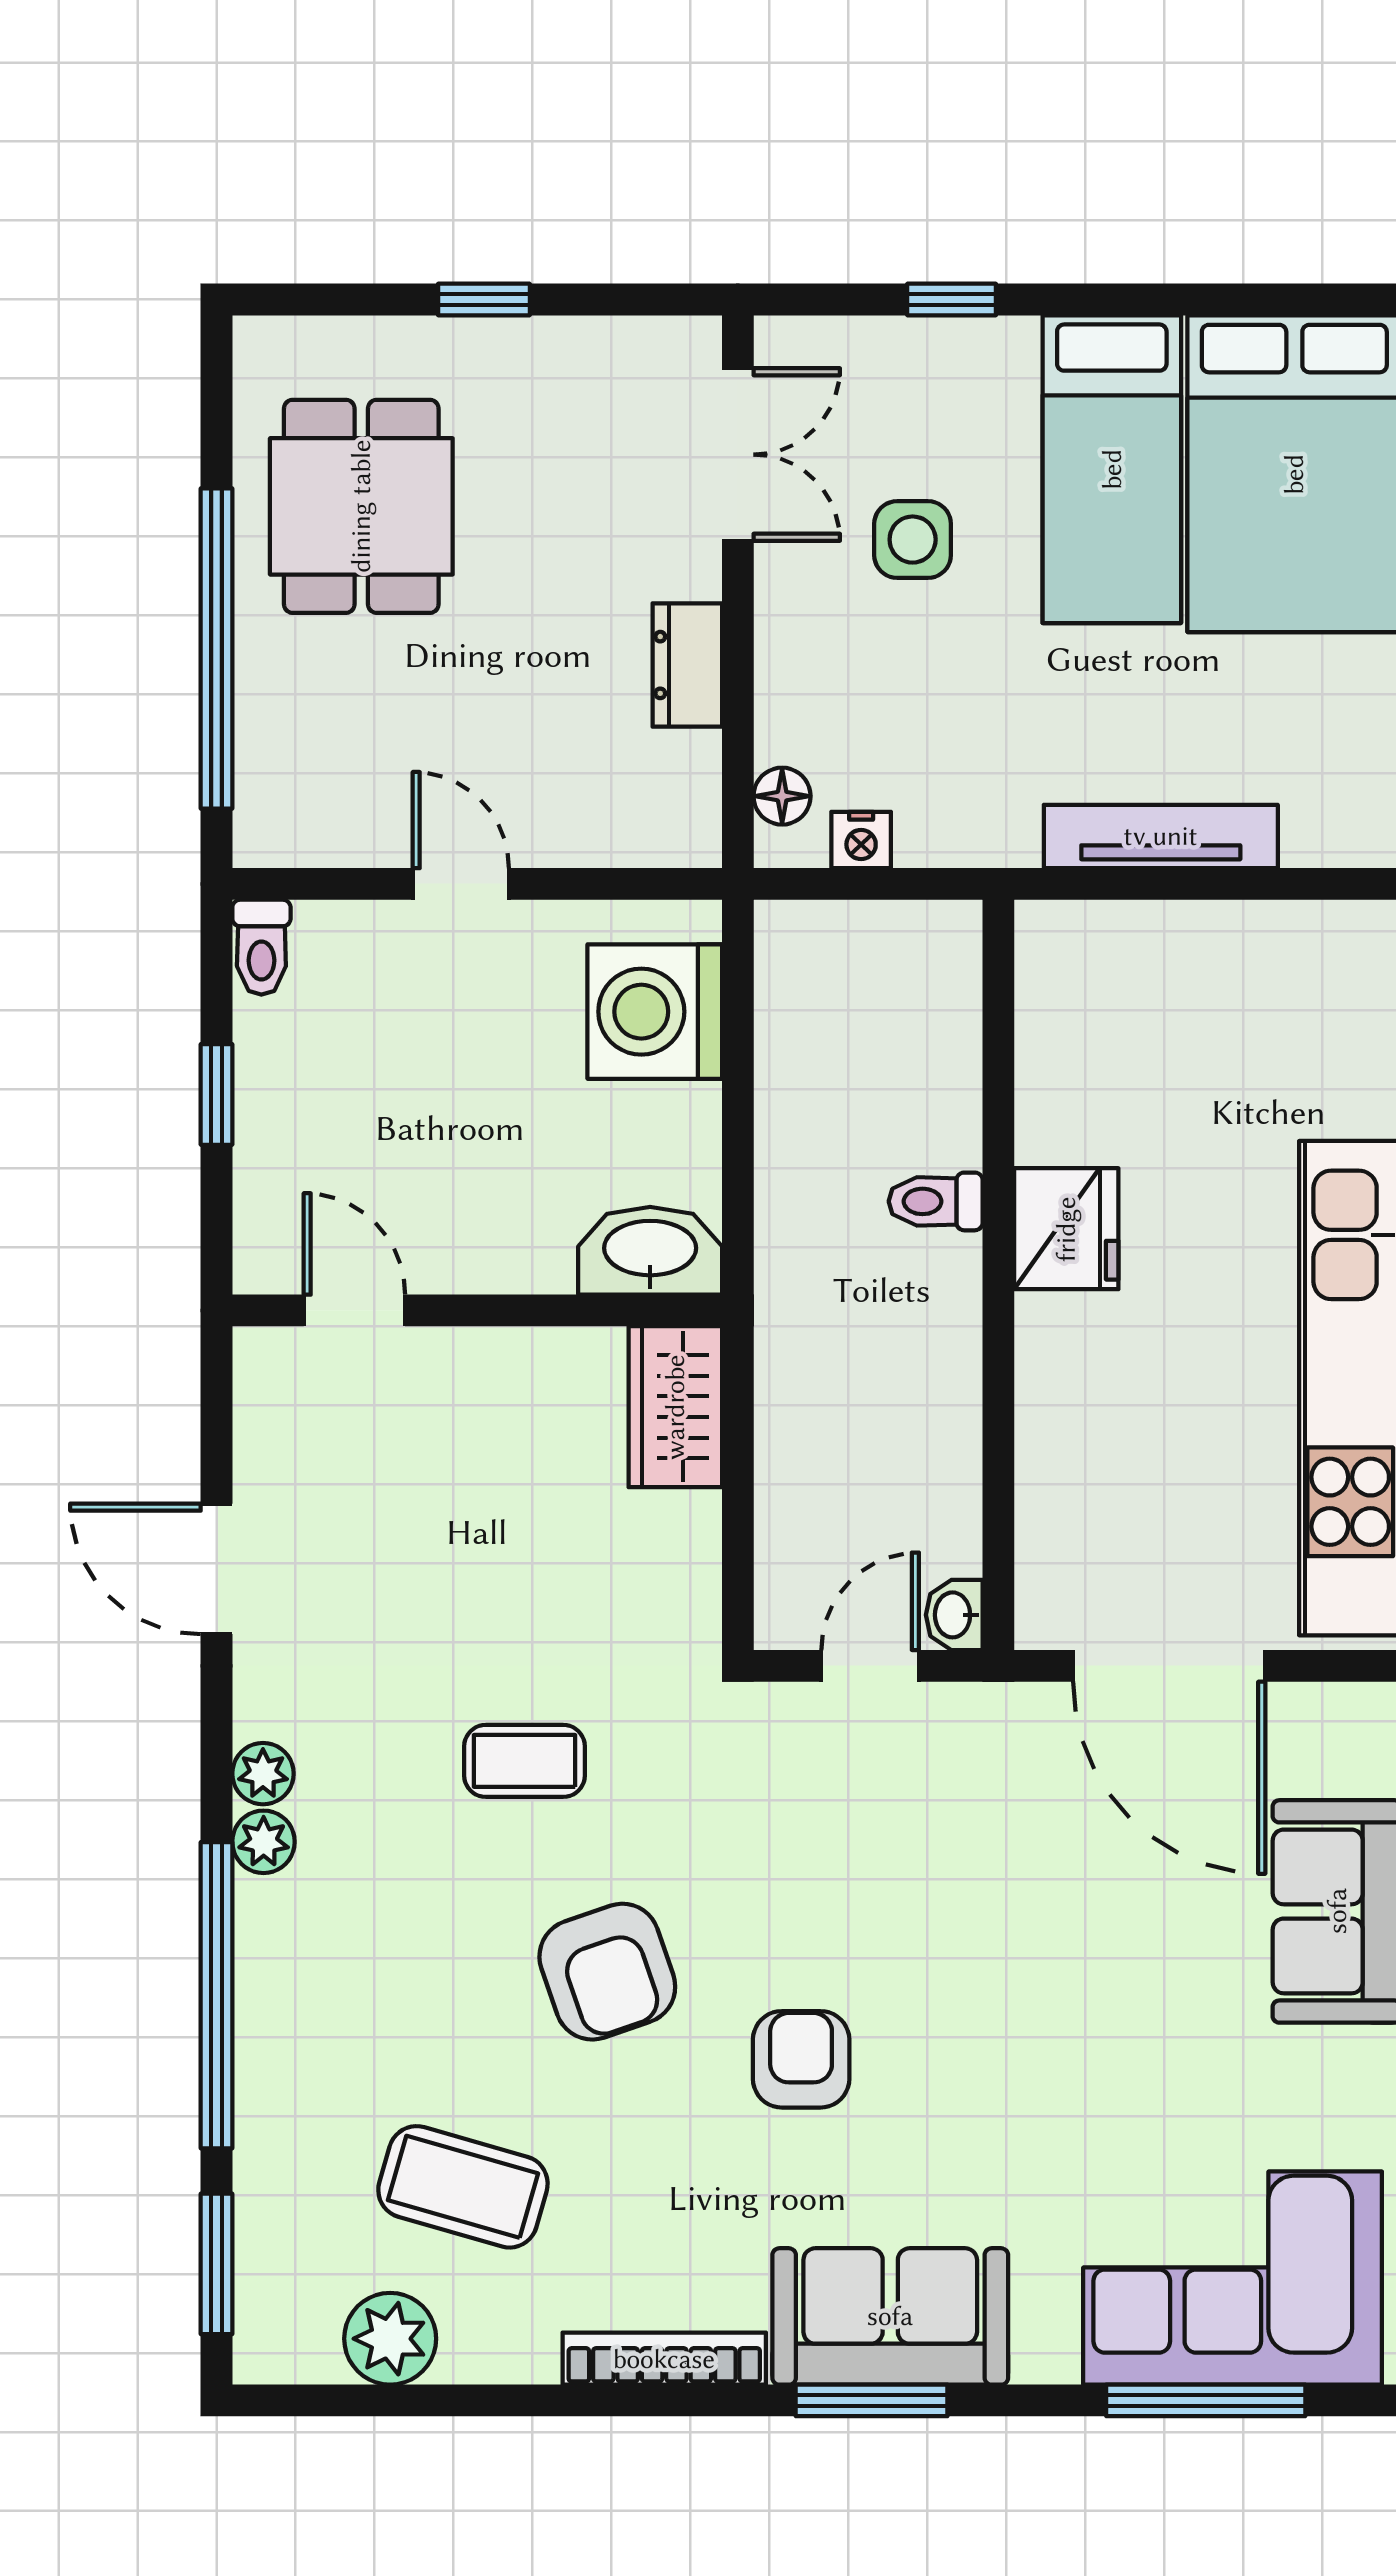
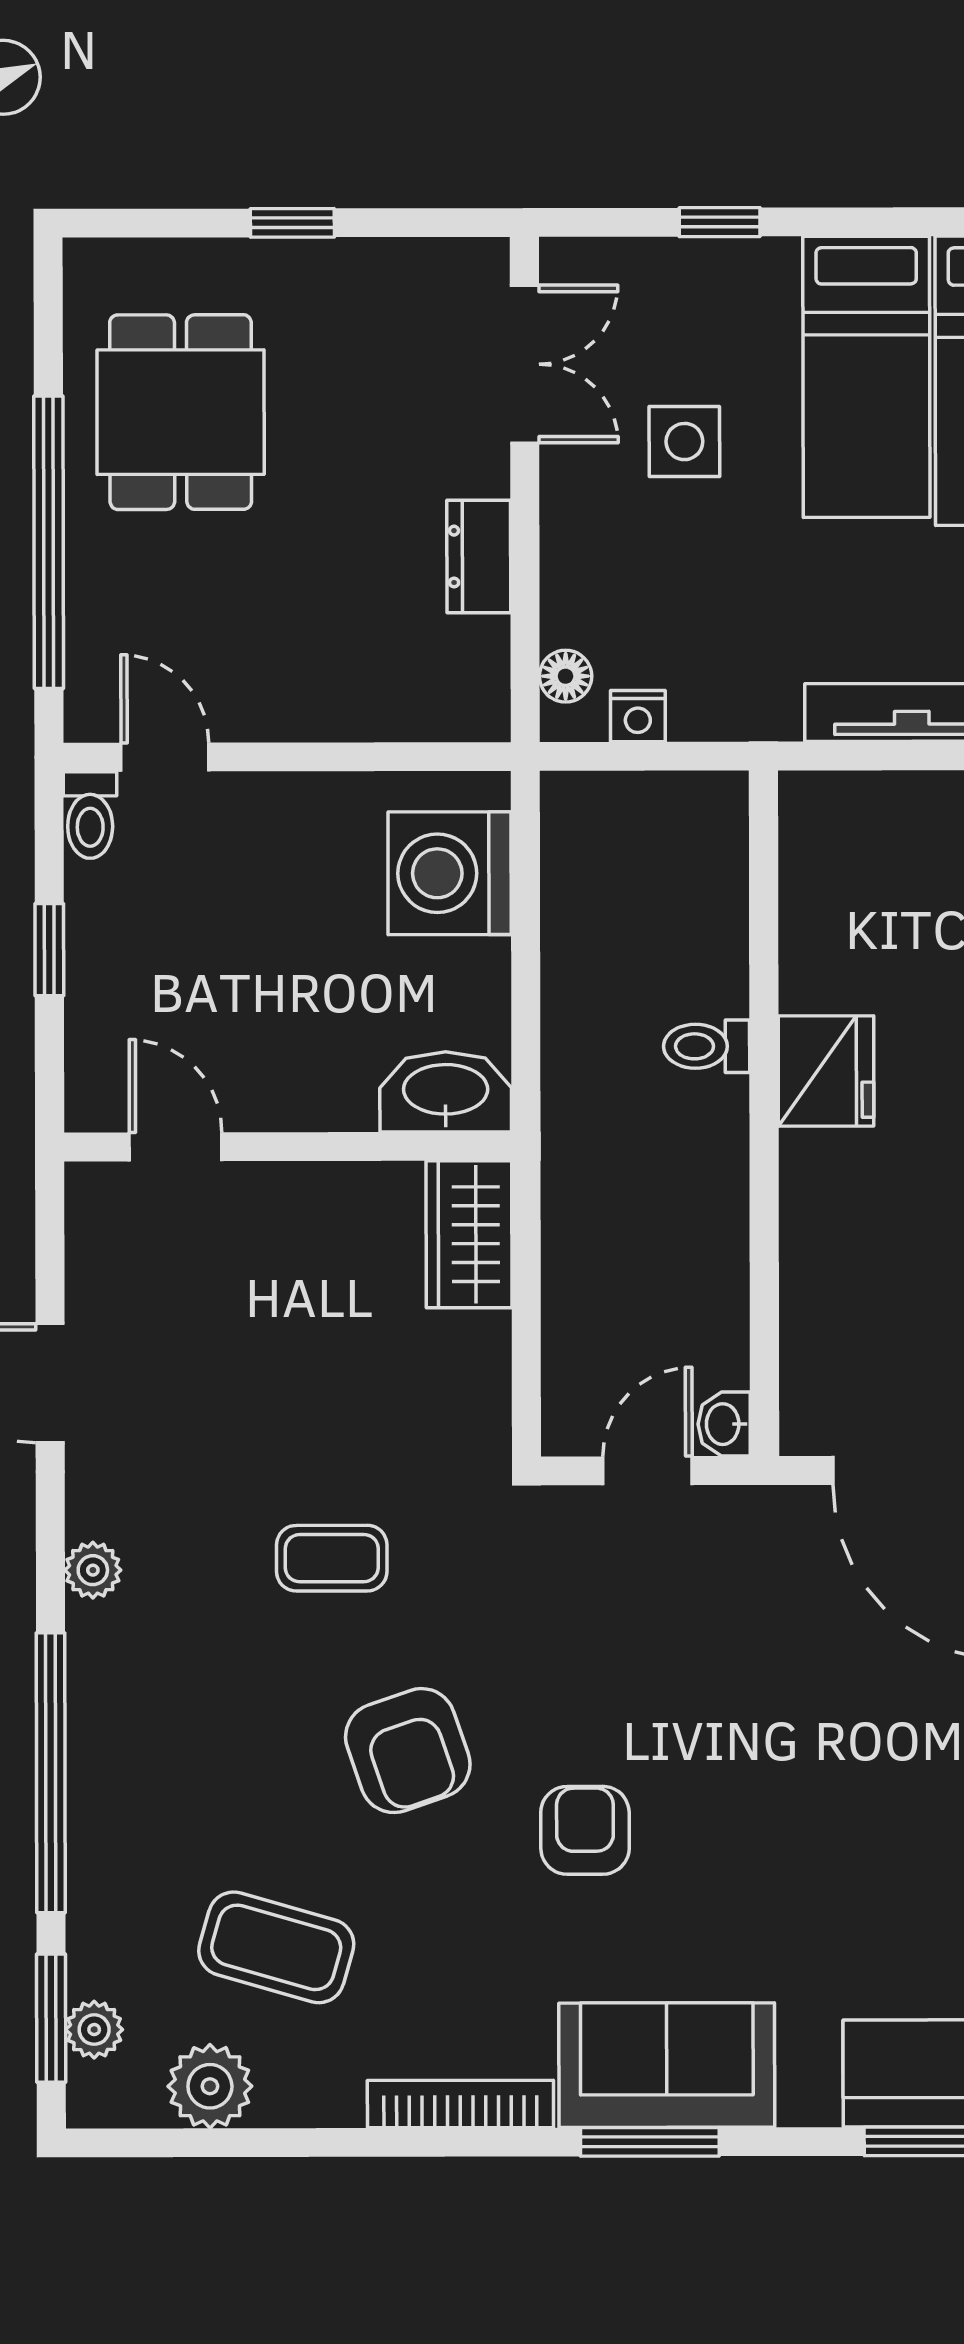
door: (461, 884) -> (165, 757), moved
plant: (264, 1842) -> (94, 2030), moved

